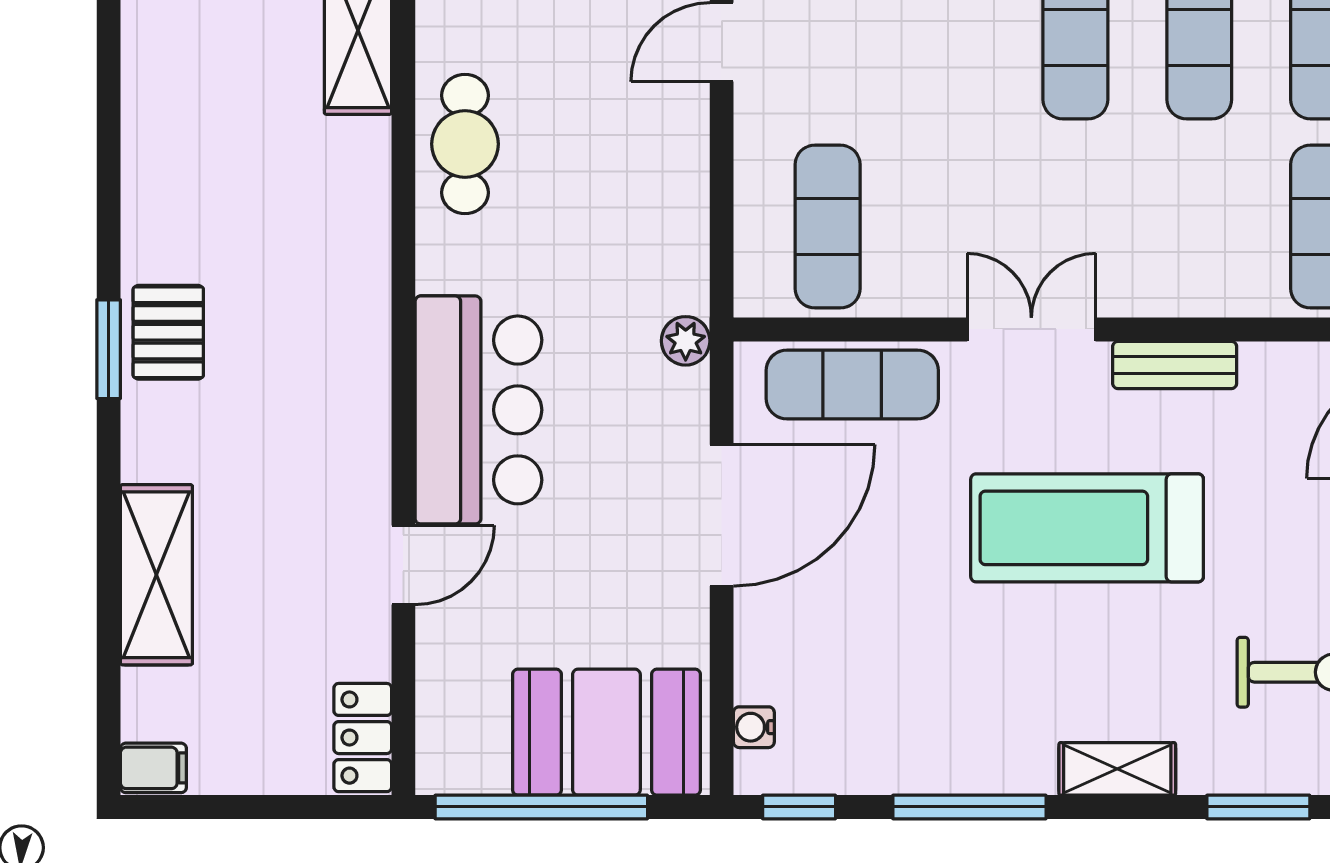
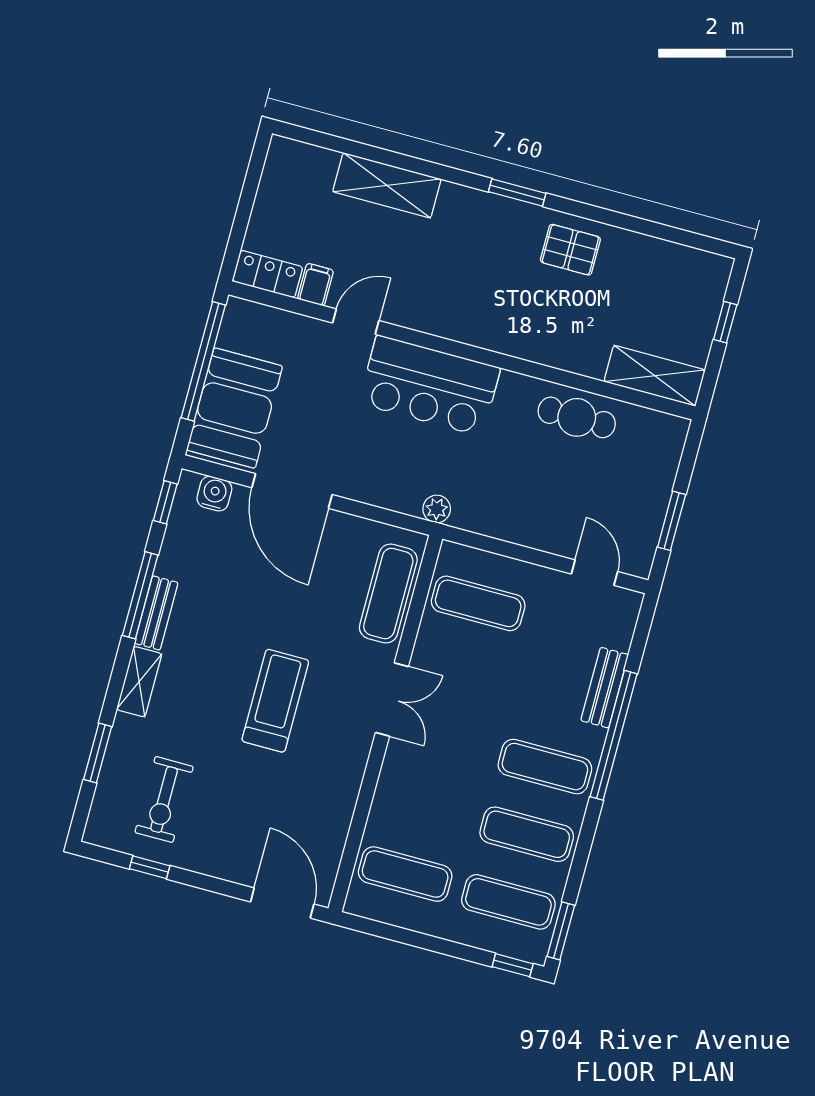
pallet: (168, 332) -> (570, 250), moved
bench: (1175, 365) -> (156, 613), moved
door: (722, 515) -> (292, 491), moved
treadmill: (1087, 528) -> (275, 701), width x0.73, depth x0.73
door: (403, 565) -> (356, 322), swing flipped
water cooler: (754, 727) -> (214, 494), width x1.38, depth x1.38
filing cabinet: (153, 768) -> (315, 285), moved, turned 180

